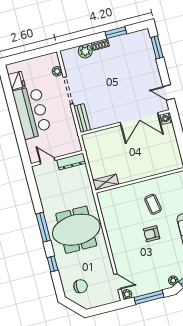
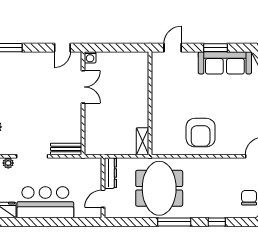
double door: (139, 119) -> (83, 87), width x0.73
coffee table: (153, 204) -> (180, 96), removed
meeting table: (76, 230) -> (159, 188), moved
armchair: (152, 234) -> (201, 133), moved, width x1.88, depth x1.88

